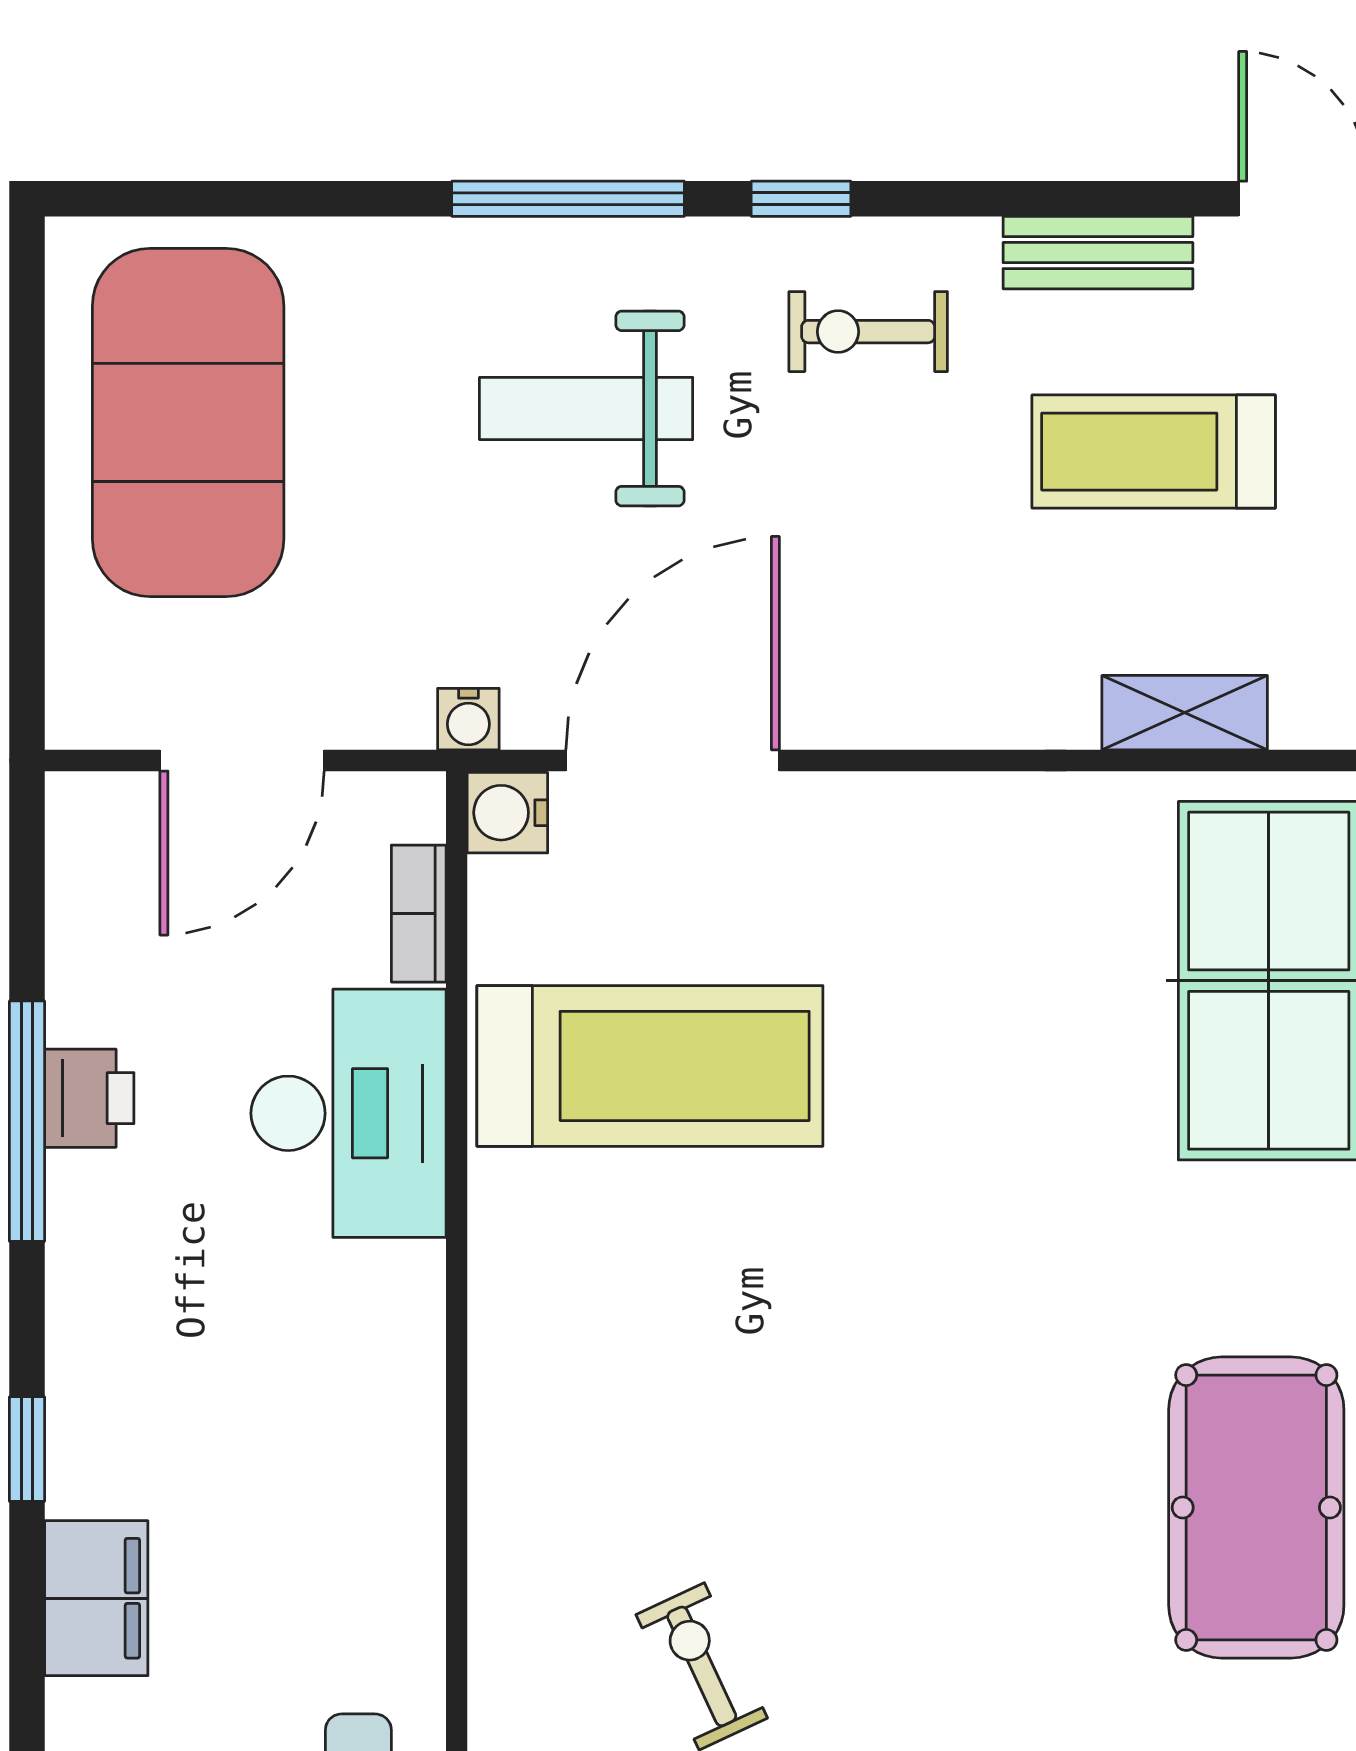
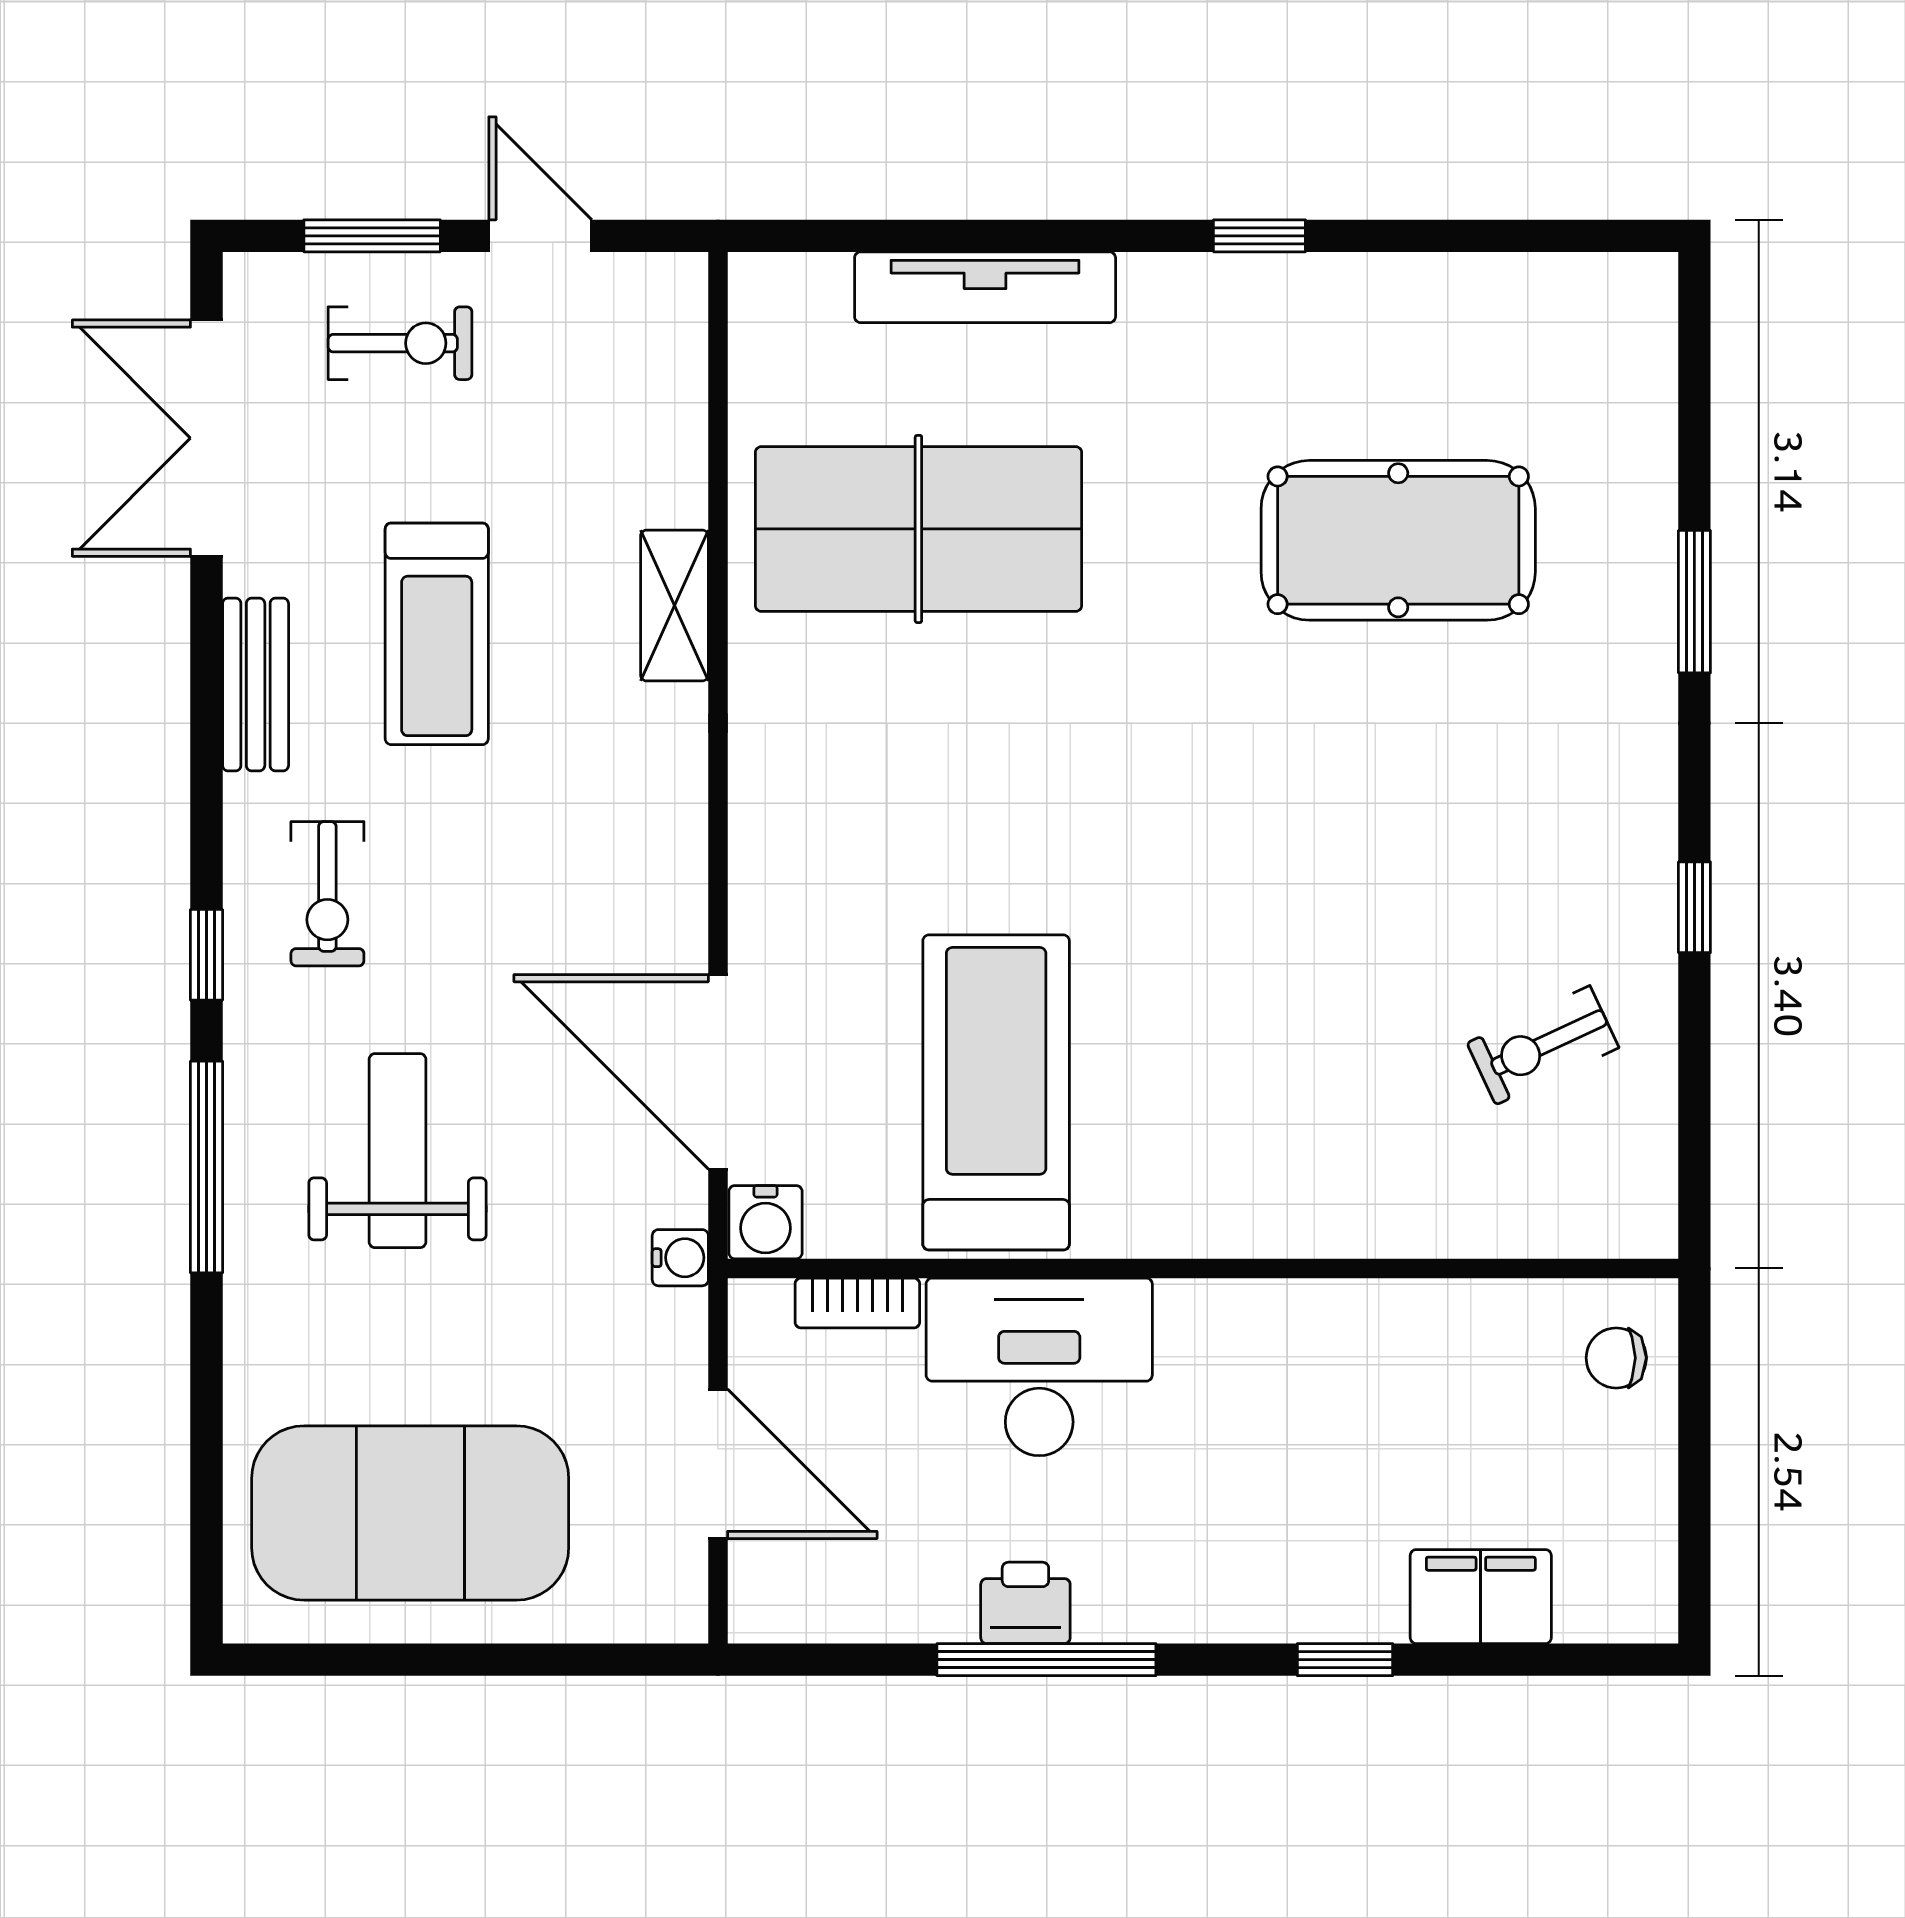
weight bench: (586, 408) -> (397, 1151), turned 180

